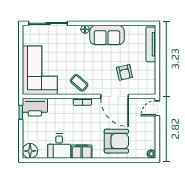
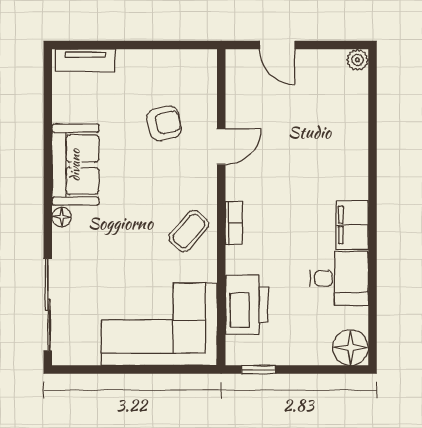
tv unit: (151, 44) -> (85, 60), width x0.71
door: (115, 96) -> (221, 147), width x0.53
printer: (35, 107) -> (246, 305), moved
door: (157, 108) -> (277, 45), moved
armchair: (116, 141) -> (327, 143), removed

